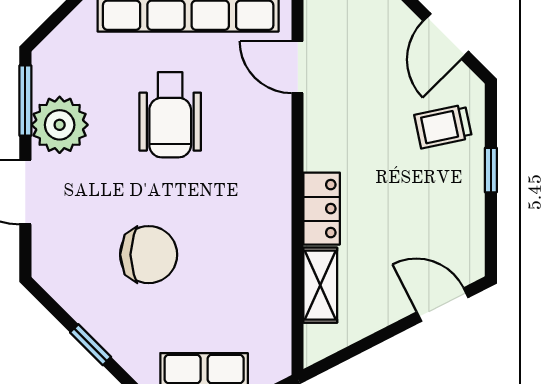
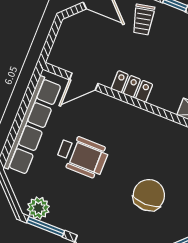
plant: (60, 125) -> (38, 208), moved, width x0.73, depth x0.73
locker: (322, 209) -> (132, 87), moved

